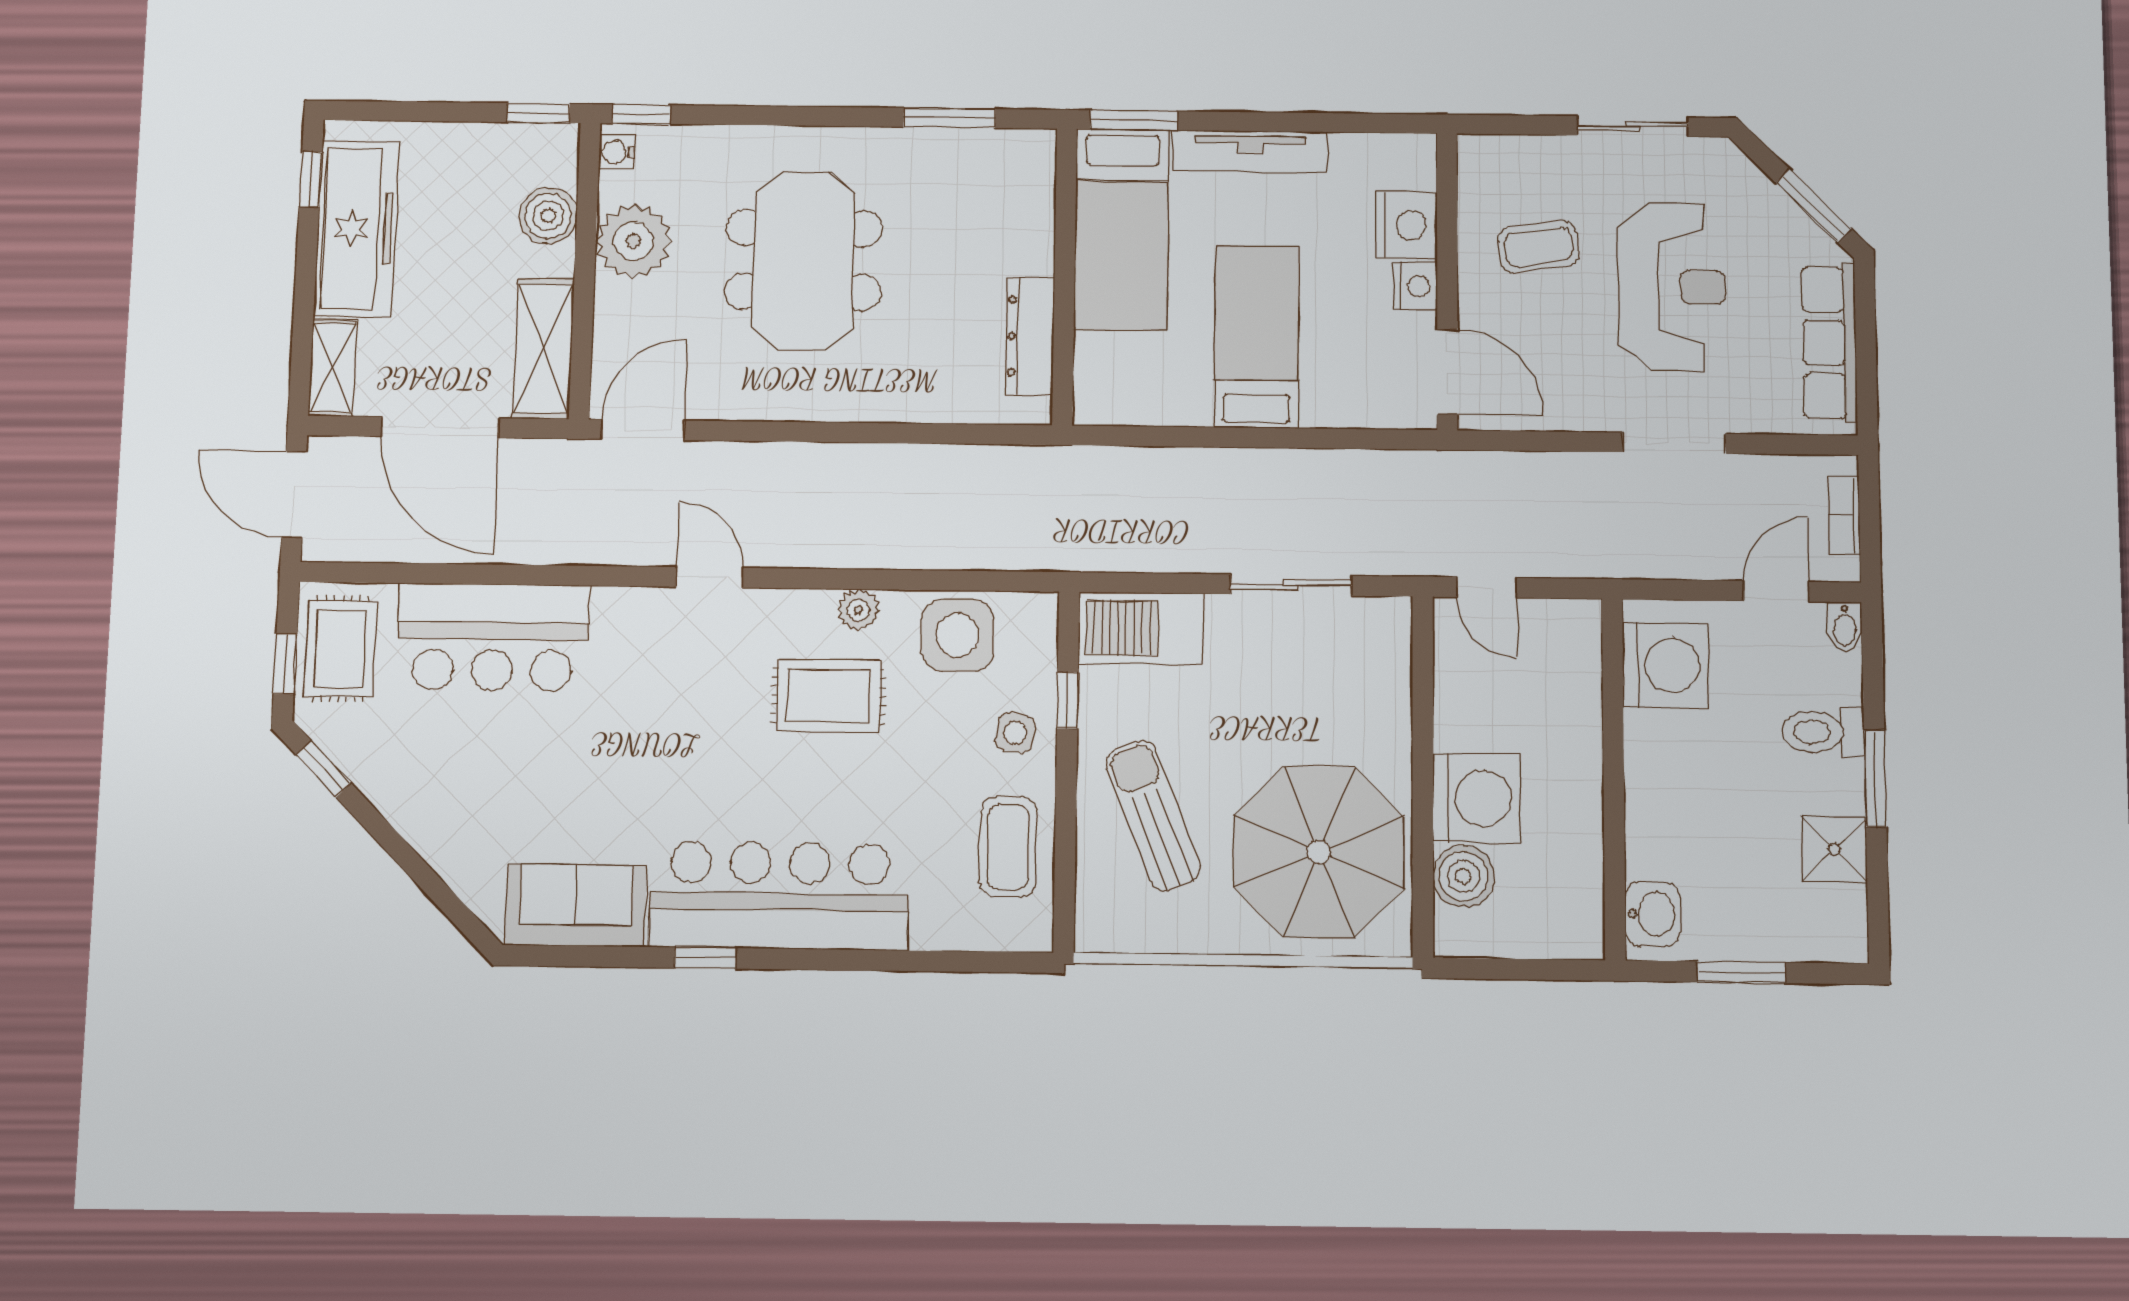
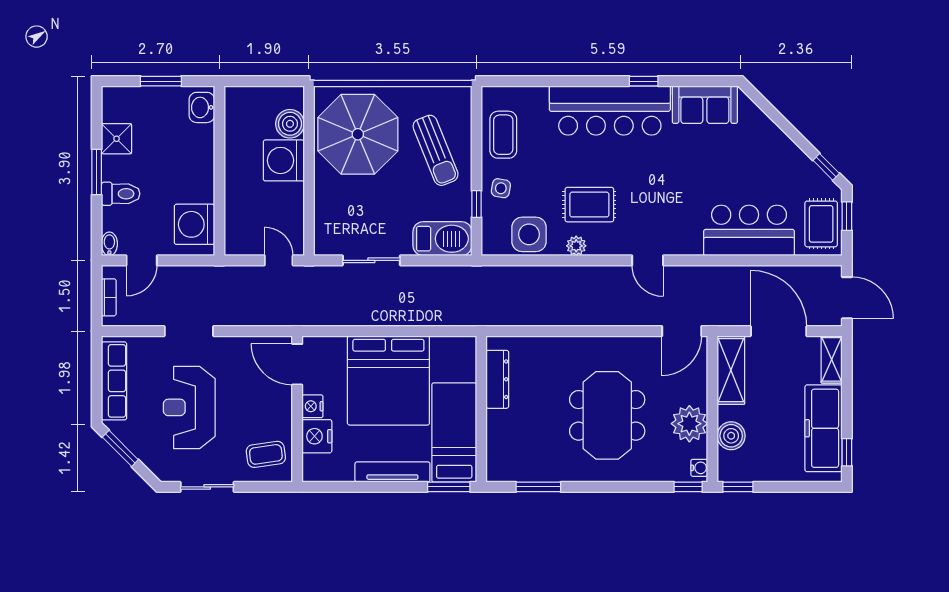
coffee table: (1539, 247) -> (266, 454), moved
bed: (1257, 337) -> (388, 380), width x2.04

